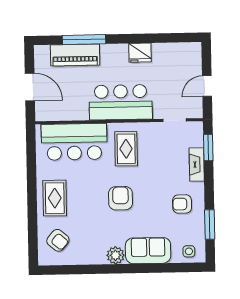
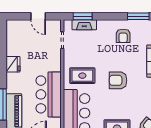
bar counter: (121, 102) -> (49, 94), moved
fireplace: (197, 164) -> (84, 25), moved

